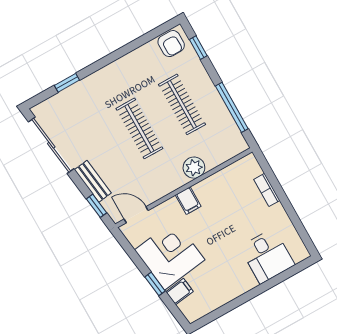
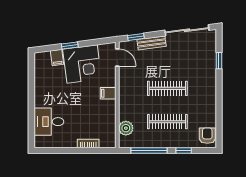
armchair: (171, 44) -> (207, 136), turned 90
window: (198, 48) -> (184, 150), moved
plant: (194, 168) -> (126, 128), moved
door: (136, 215) -> (117, 58), hinge flipped

